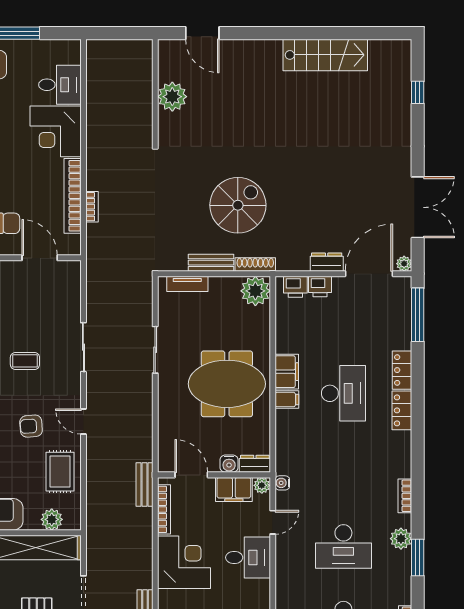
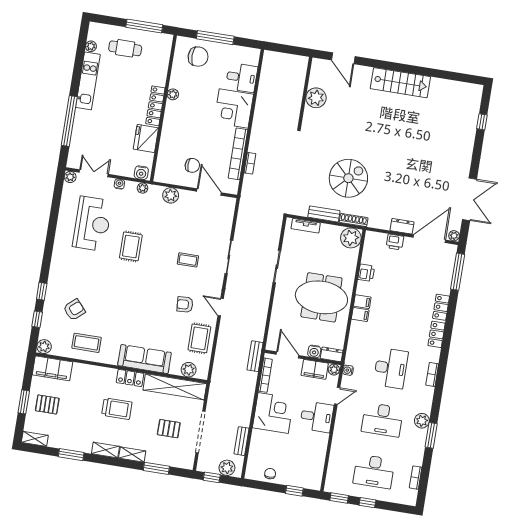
stairs: (325, 55) -> (400, 83), moved
printer: (295, 287) -> (366, 273), moved, turned -90
filing cabinet: (287, 372) -> (362, 302), width x0.50
desk: (343, 393) -> (391, 368), moved
bookcase: (405, 496) -> (432, 374), moved

